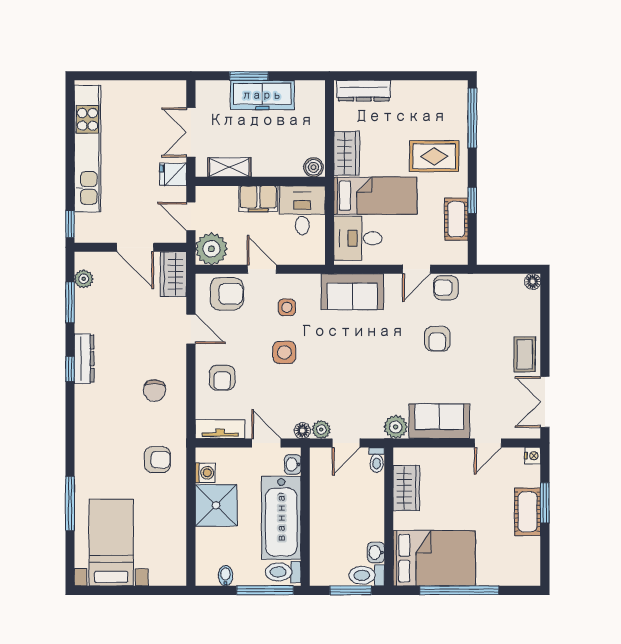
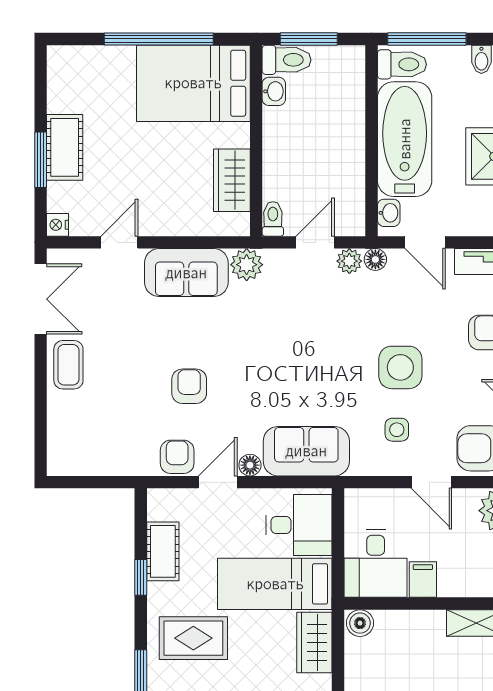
filing cabinet: (258, 199) -> (423, 580), width x0.50
floor lamp: (533, 282) -> (250, 465), moved
armchair: (446, 288) -> (177, 457), turned -90
side table: (284, 352) -> (400, 367), width x1.37, depth x1.37

